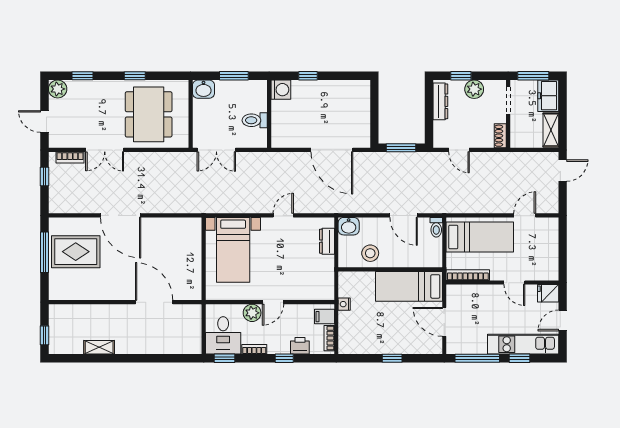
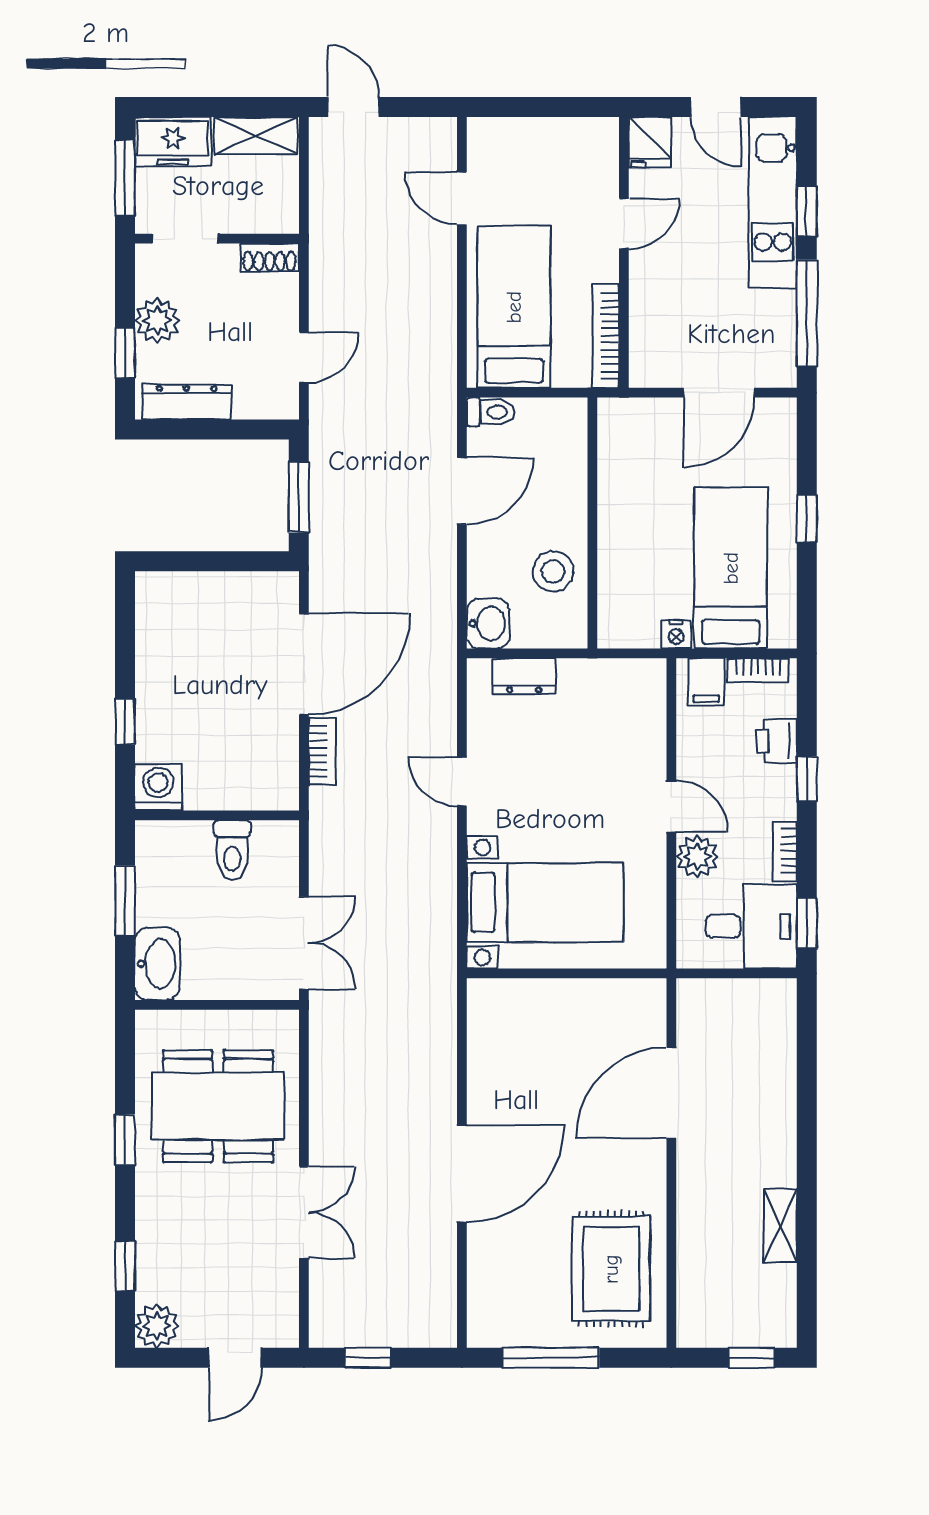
washbasin: (204, 89) -> (157, 964), width x1.38
bookcase: (70, 158) -> (322, 751), moved
rug: (76, 252) -> (611, 1269), moved
bed: (409, 286) -> (731, 568), moved, turned 180

